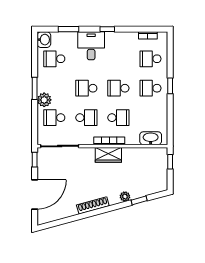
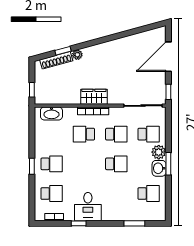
window: (107, 29) -> (79, 223), moved
washbasin: (44, 40) -> (159, 168), moved
desk: (91, 46) -> (88, 207), moved
school desk: (118, 88) -> (84, 164), removed
school desk: (86, 118) -> (116, 134), turned 180
shoe rack: (93, 205) -> (56, 60), moved

